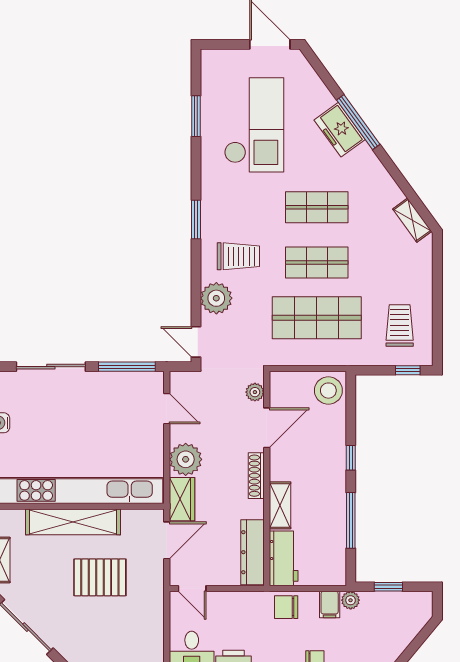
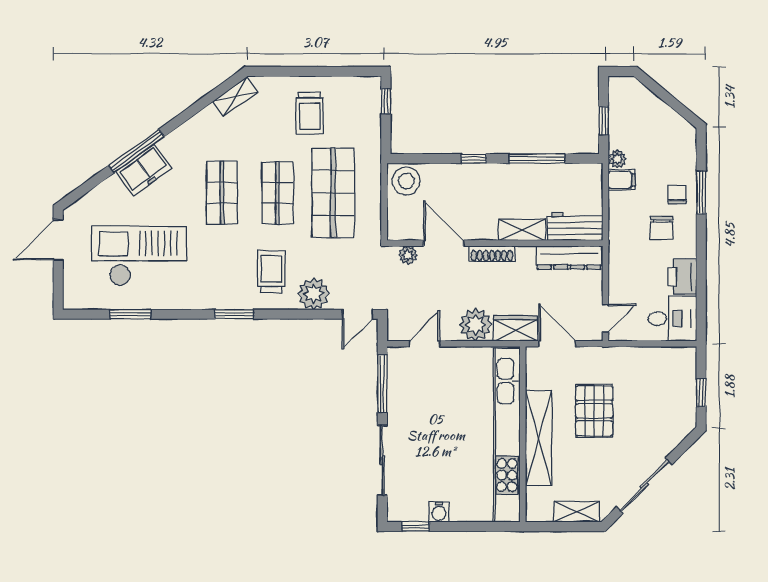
trolley: (400, 325) -> (310, 113), moved, turned -90
chair: (286, 607) -> (662, 228), moved

